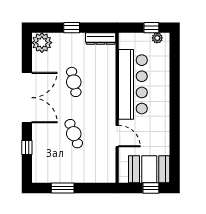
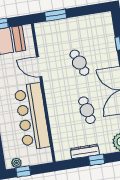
dresser: (101, 38) -> (85, 151), moved
window: (63, 188) -> (56, 15), moved

